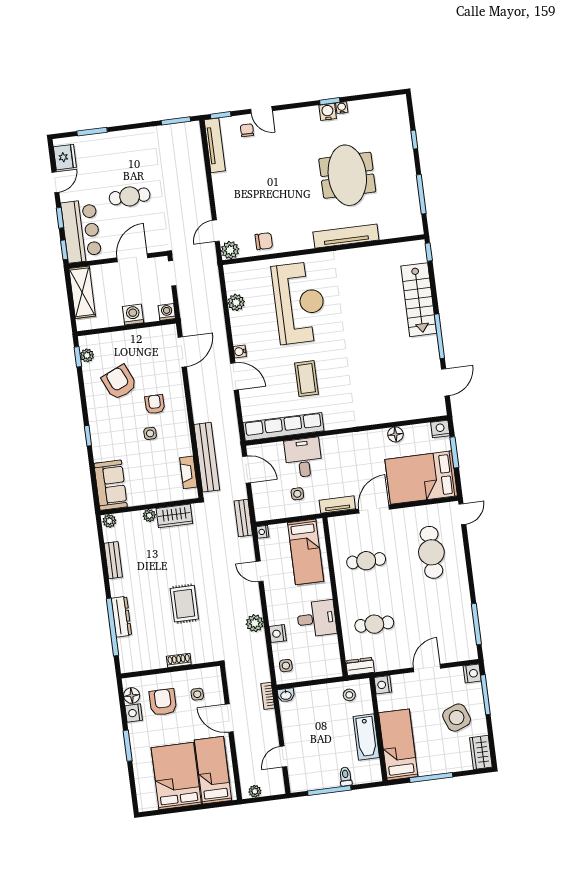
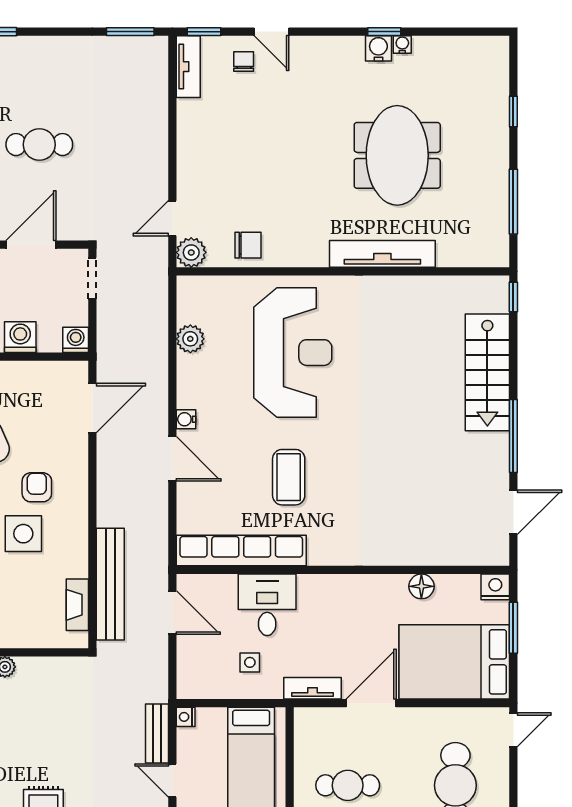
tv unit: (215, 145) -> (188, 67), width x0.71
side table: (150, 433) -> (23, 534), width x1.87, depth x1.87
wardrobe: (174, 516) -> (45, 673), removed
bench: (243, 518) -> (157, 733), moved

